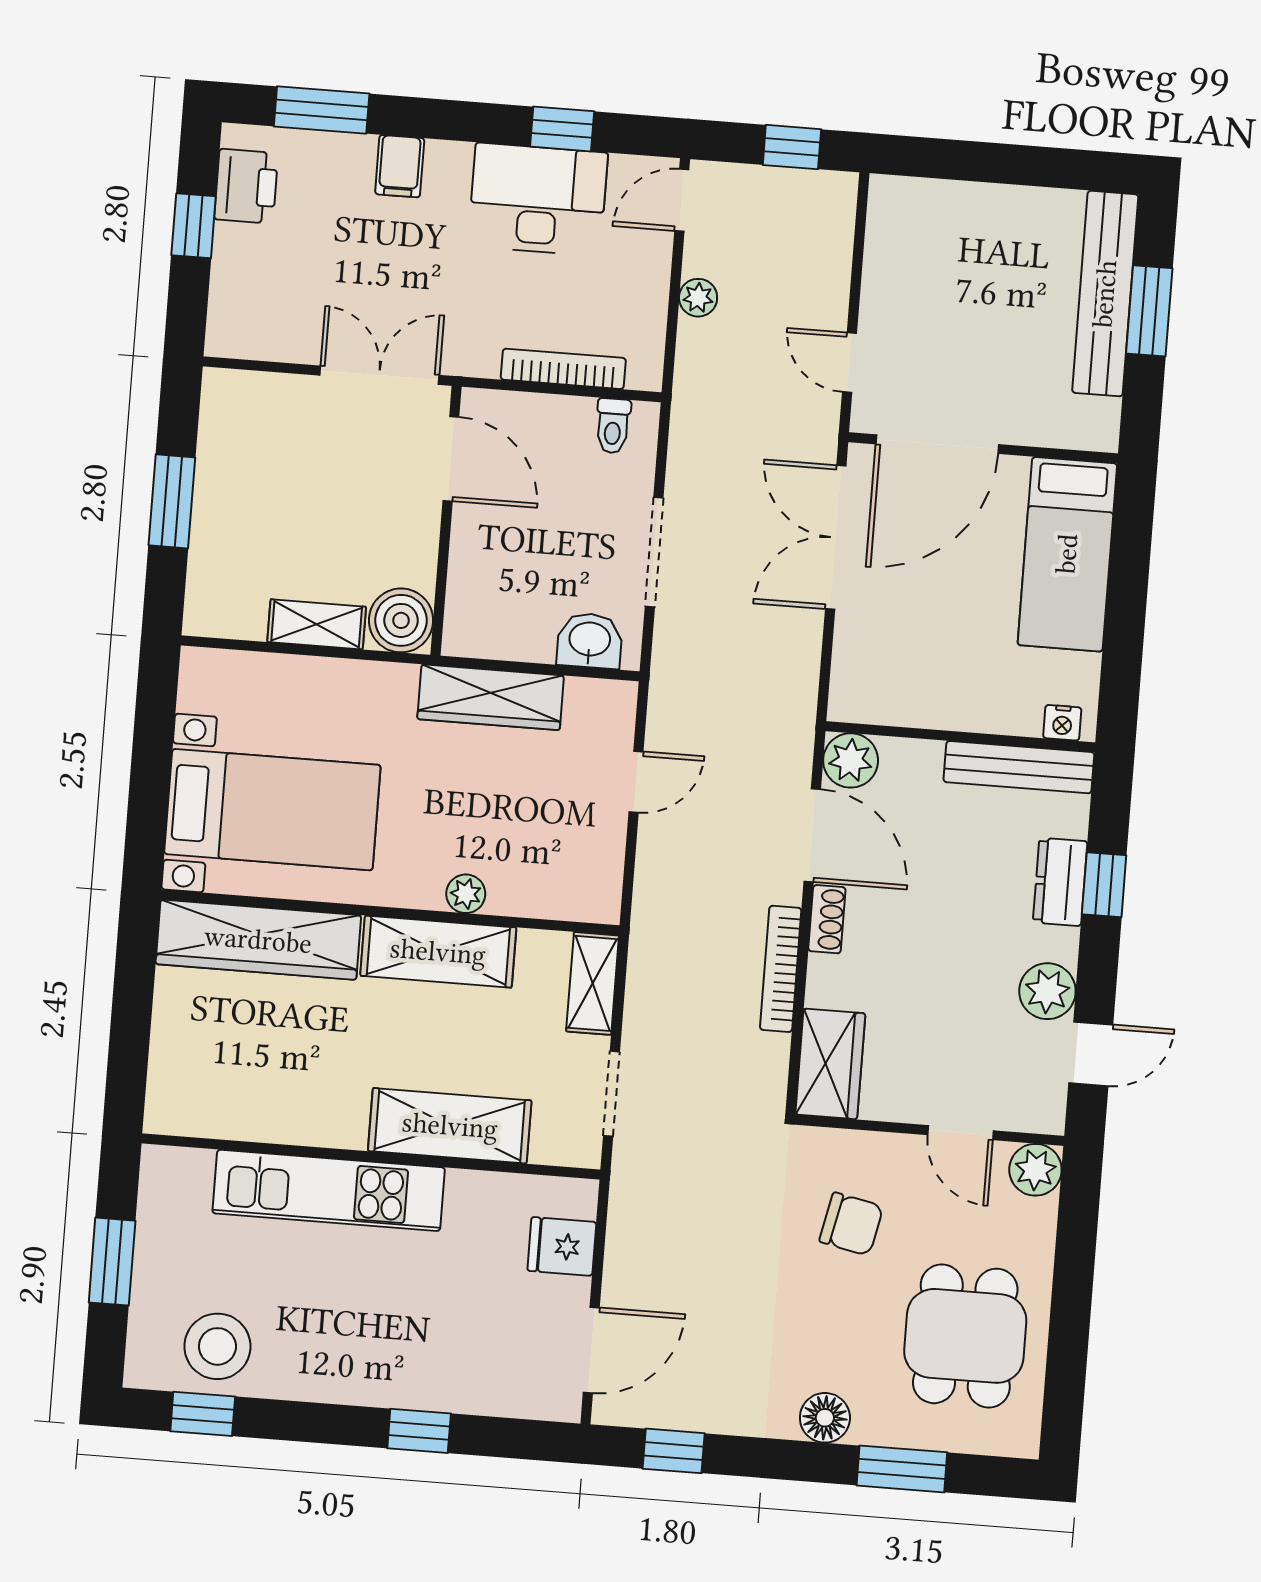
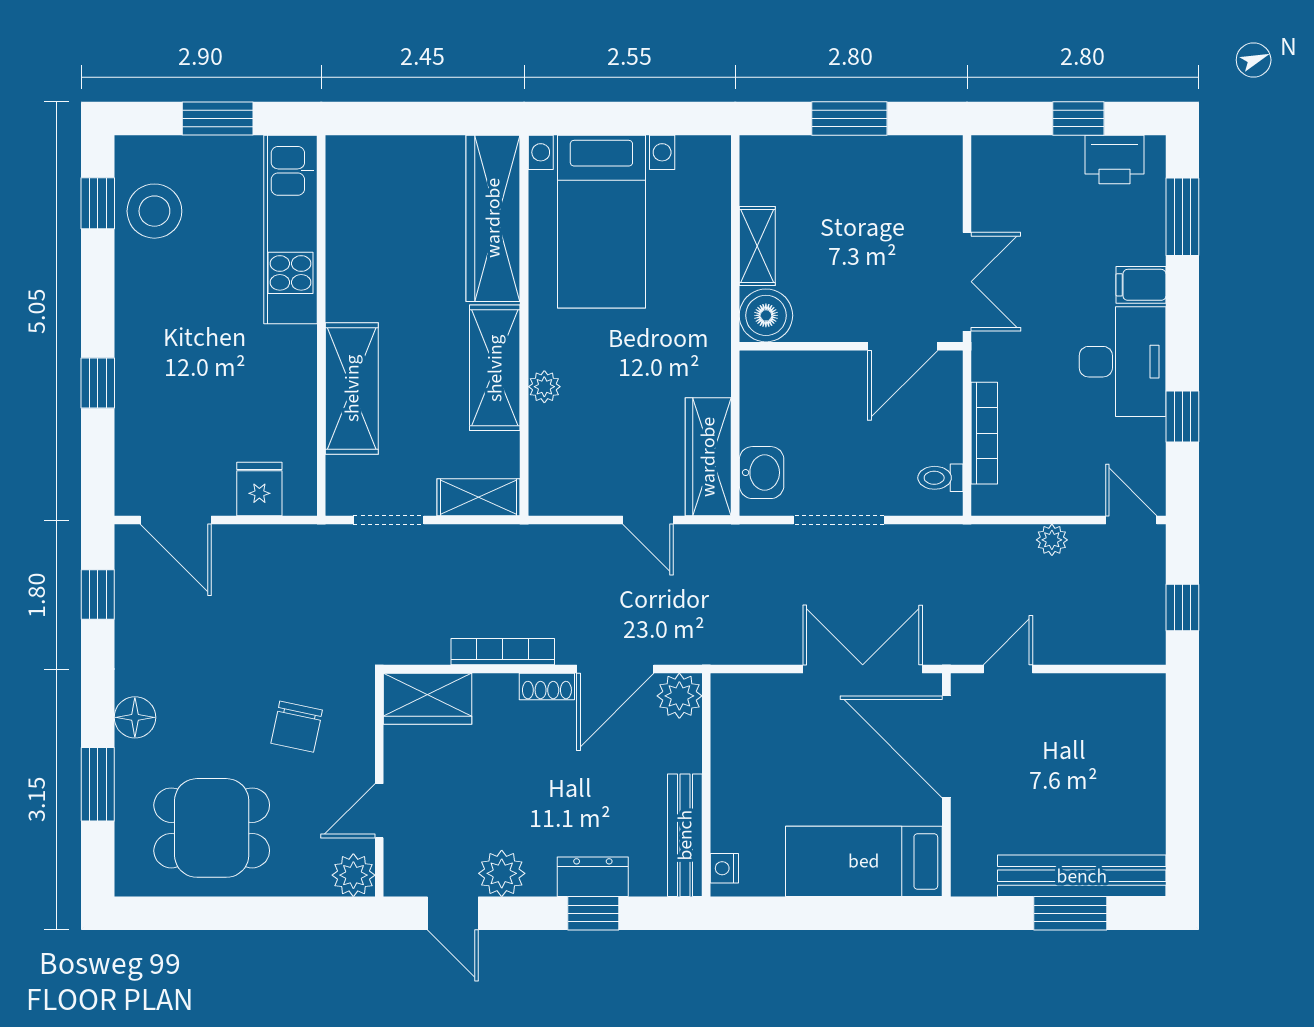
desk: (538, 199) -> (1123, 362), moved
wardrobe: (491, 697) -> (708, 457), moved
kitchen unit: (329, 1190) -> (291, 229), moved

